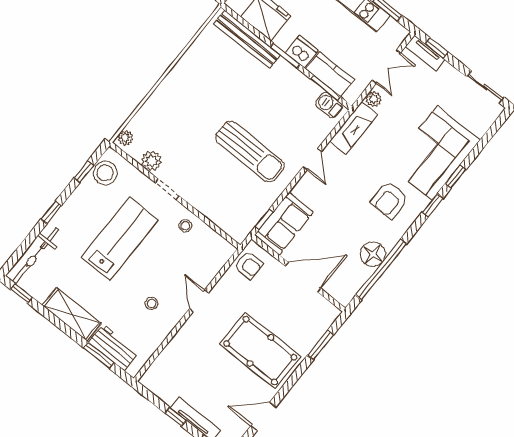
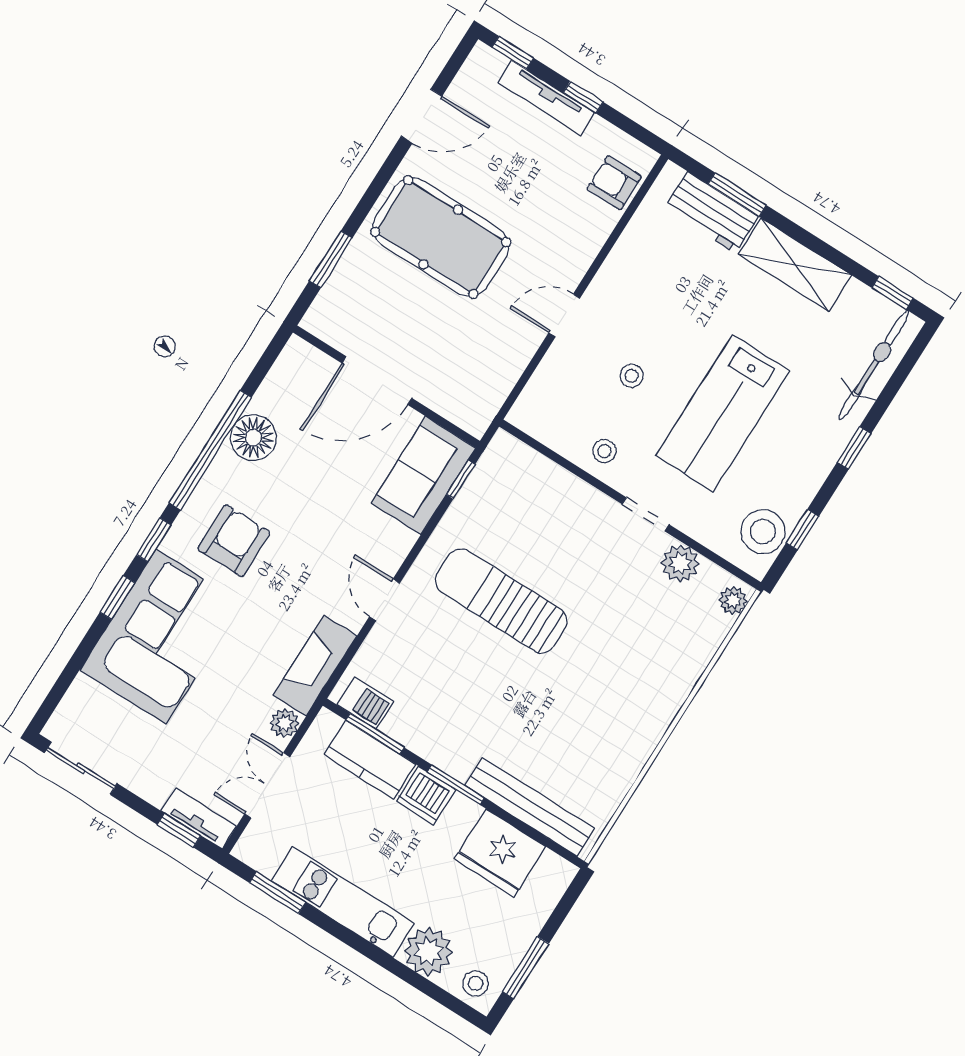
armchair: (249, 265) -> (614, 183), moved
window: (381, 270) -> (210, 450), moved
door: (199, 301) -> (564, 316), swing flipped
stool: (152, 303) -> (632, 376), moved

